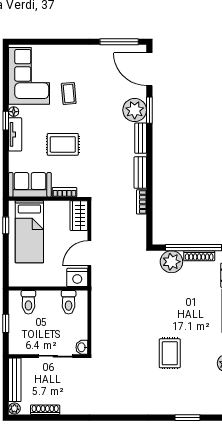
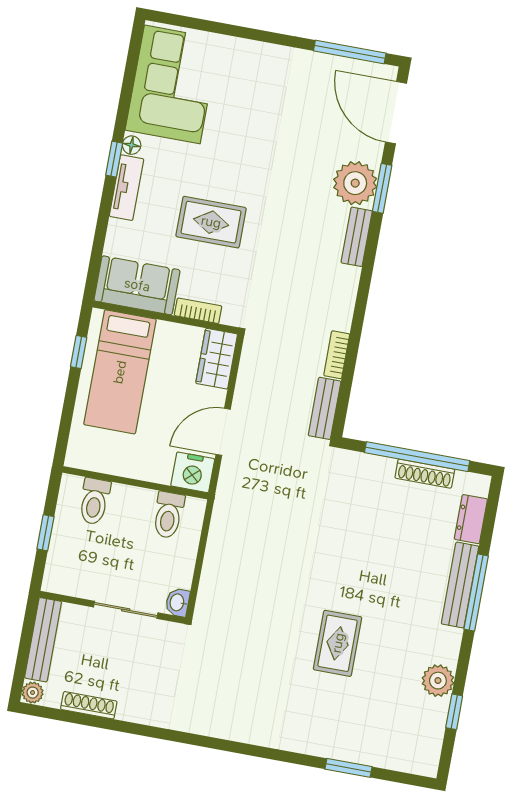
coffee table: (69, 93) -> (239, 130), removed
bench: (140, 173) -> (325, 408), moved
plant: (171, 262) -> (372, 475), removed

